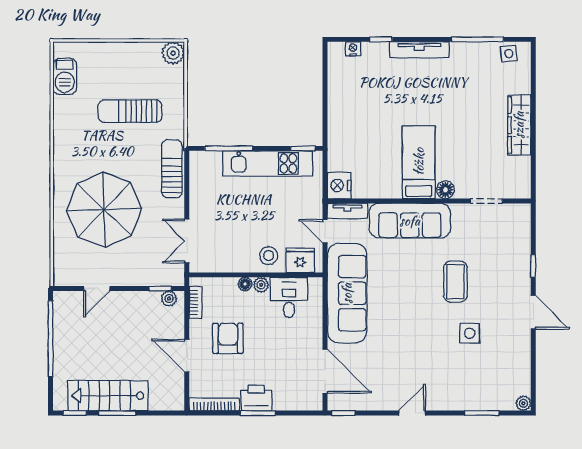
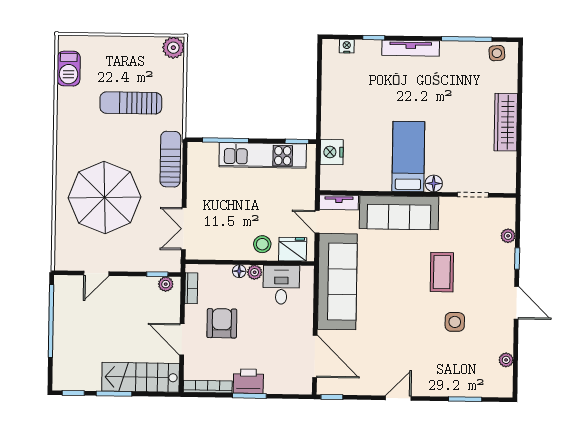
nightstand: (339, 185) -> (332, 152), moved
plant: (523, 243) -> (508, 236), added
stairs: (108, 396) -> (141, 377), moved
plant: (523, 403) -> (506, 360), moved

